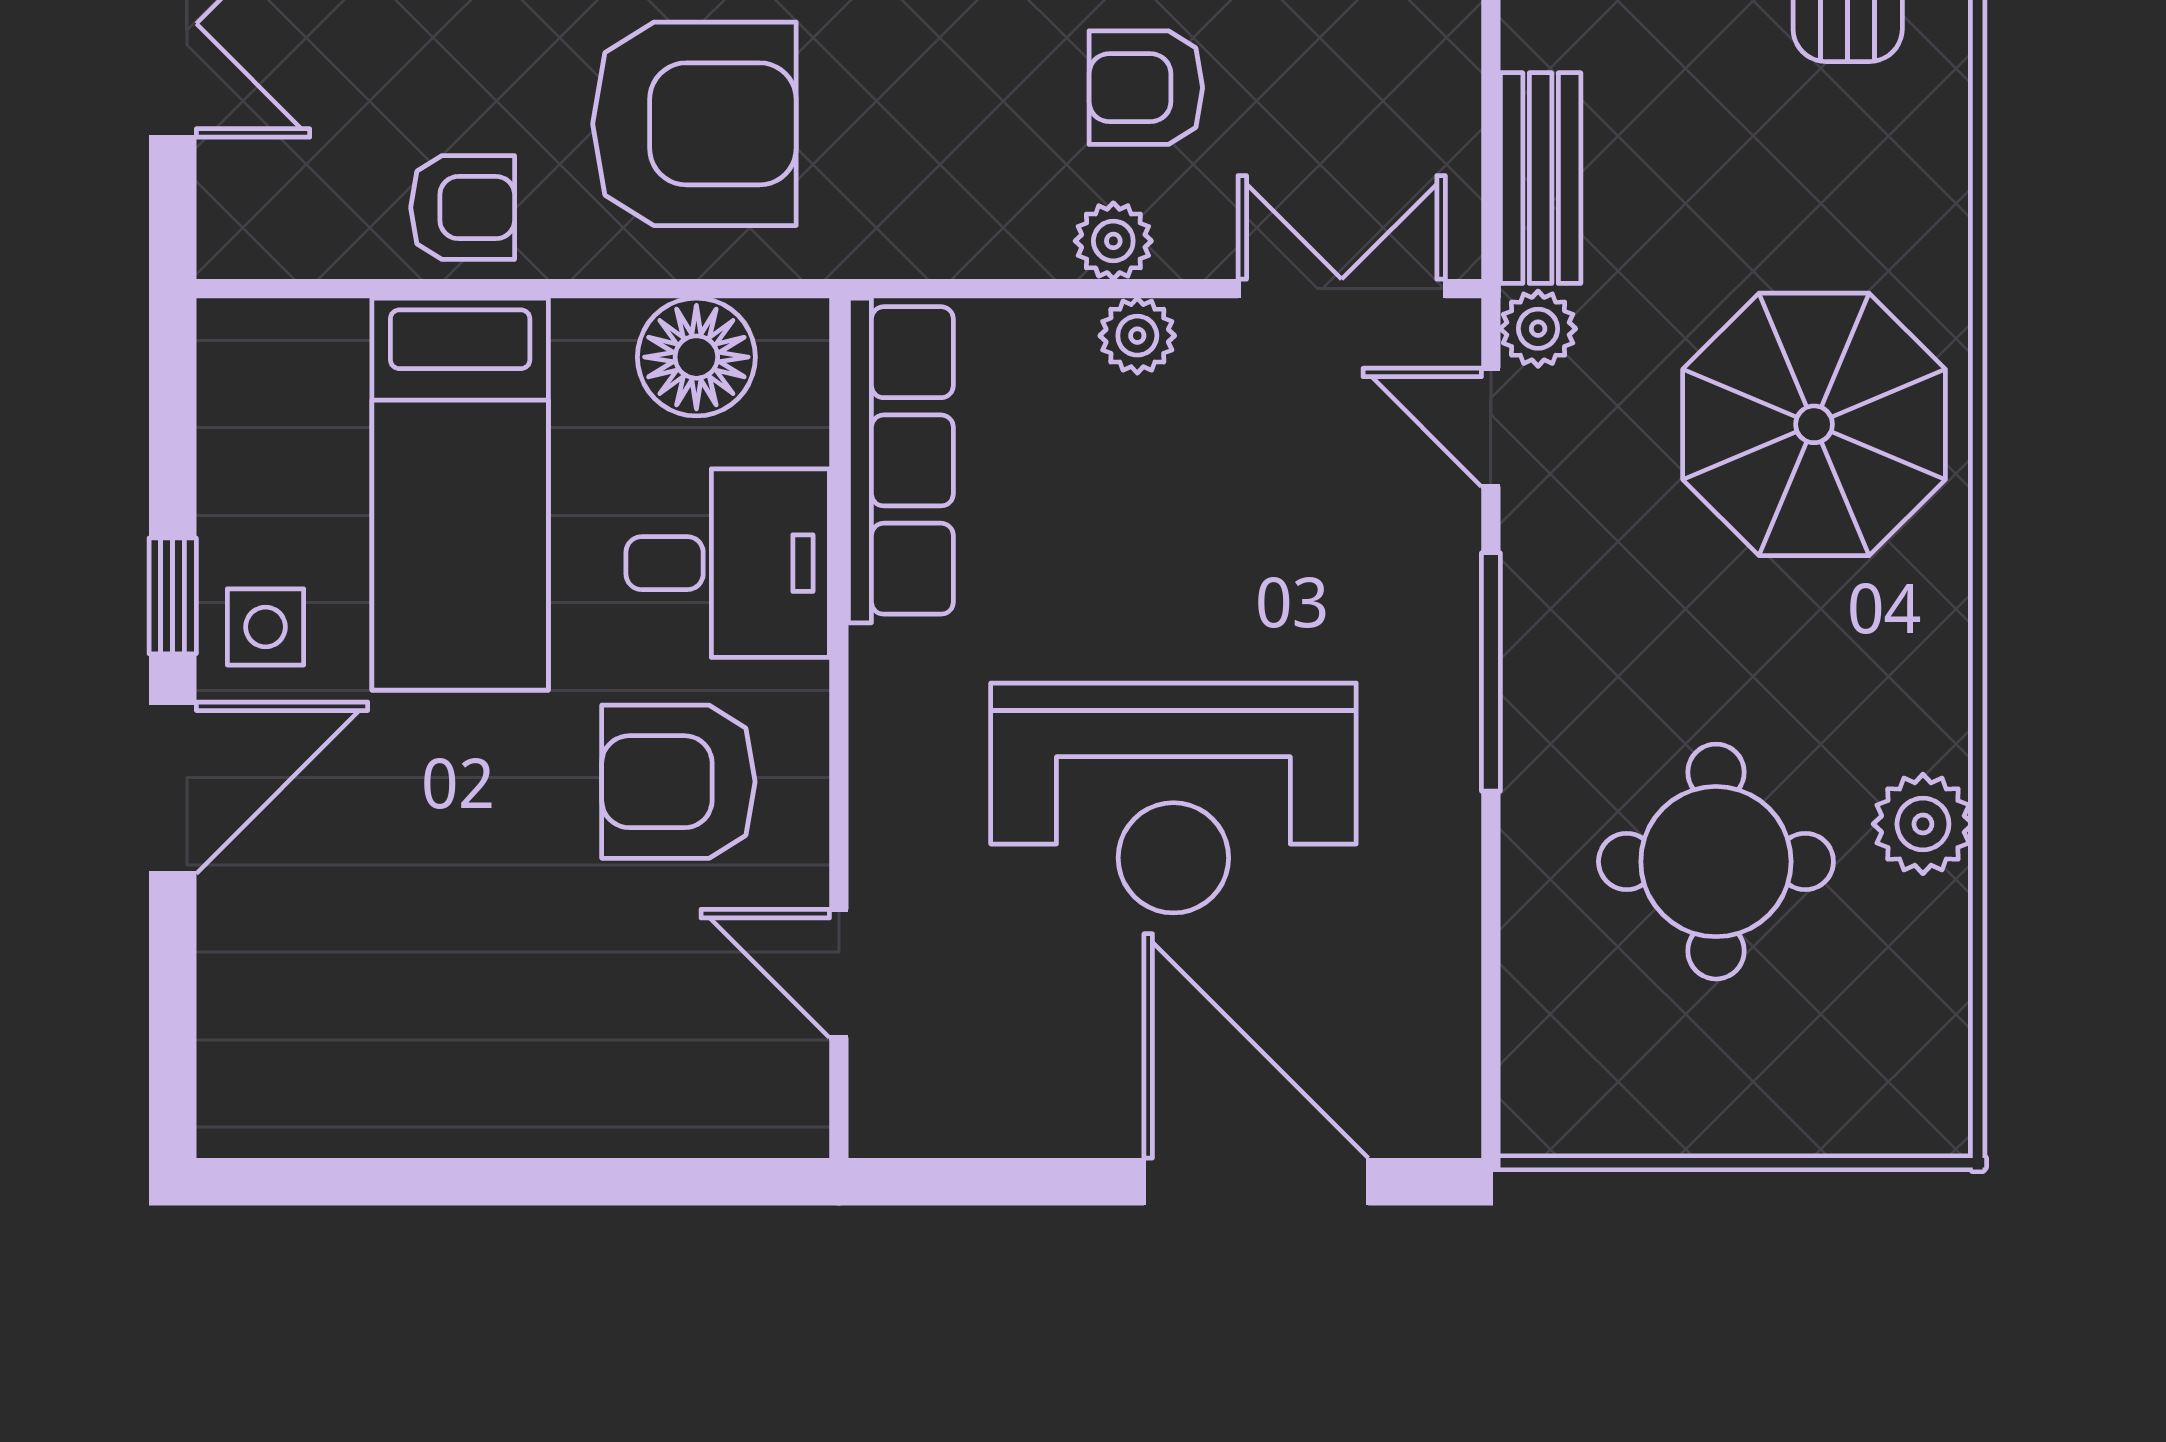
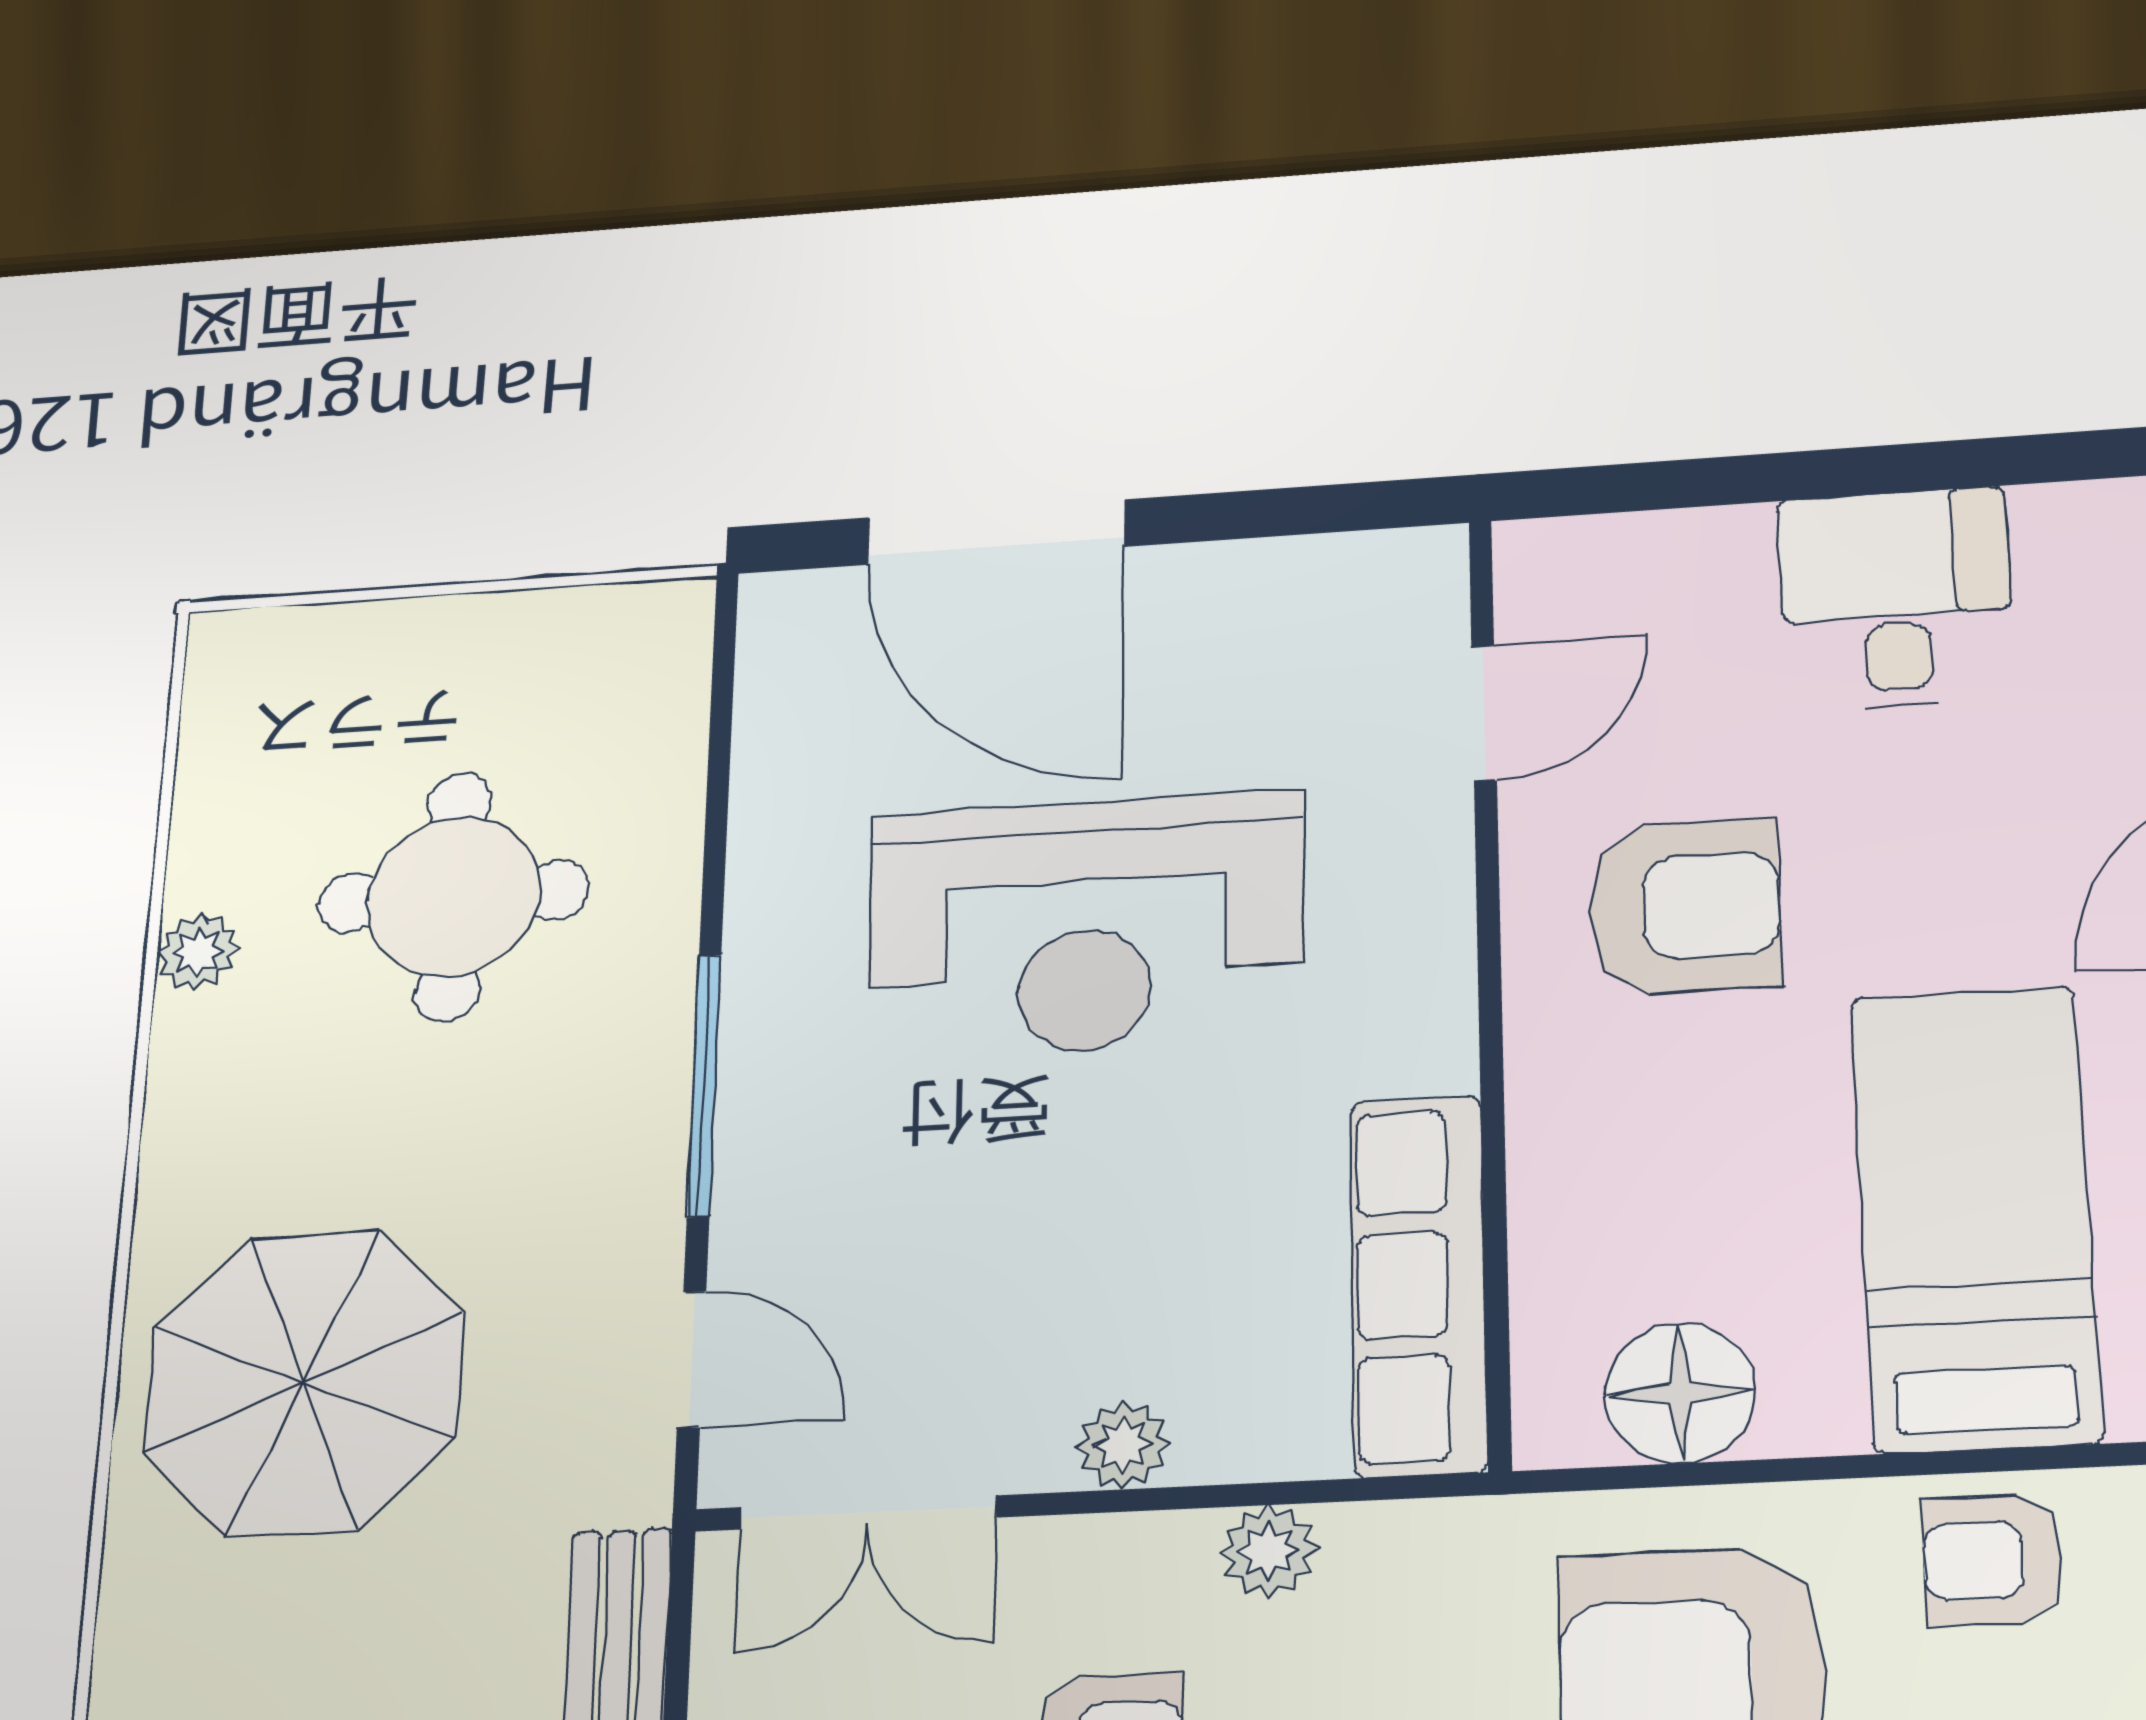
plant: (1113, 241) -> (1268, 1551), moved
plant: (1538, 329) -> (629, 1477), removed
desk: (728, 563) -> (1896, 599), moved, turned 90
reception desk: (1173, 798) -> (1085, 925), turned 180
plant: (1923, 824) -> (198, 952), width x0.73, depth x0.73
door: (839, 974) -> (1484, 713), hinge flipped

